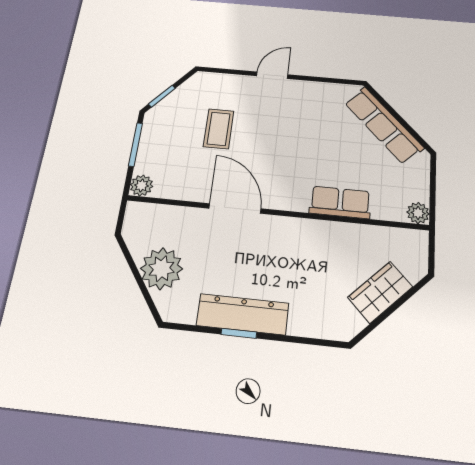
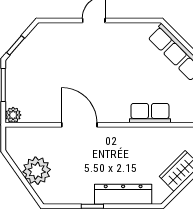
coffee table: (219, 129) -> (60, 67), removed
dresser: (243, 314) -> (123, 194), moved

